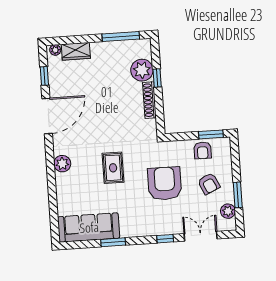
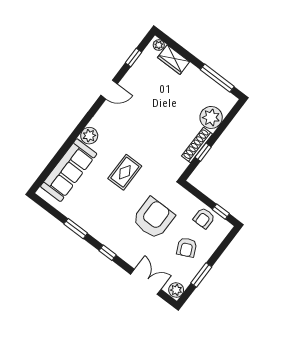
window: (157, 78) -> (203, 152), moved
door: (47, 116) -> (109, 90), width x0.53
window: (211, 134) -> (221, 212), width x0.67
plant: (228, 211) -> (176, 290), moved
sofa: (89, 227) -> (69, 170), moved, turned 90
window: (165, 239) -> (108, 253), moved

